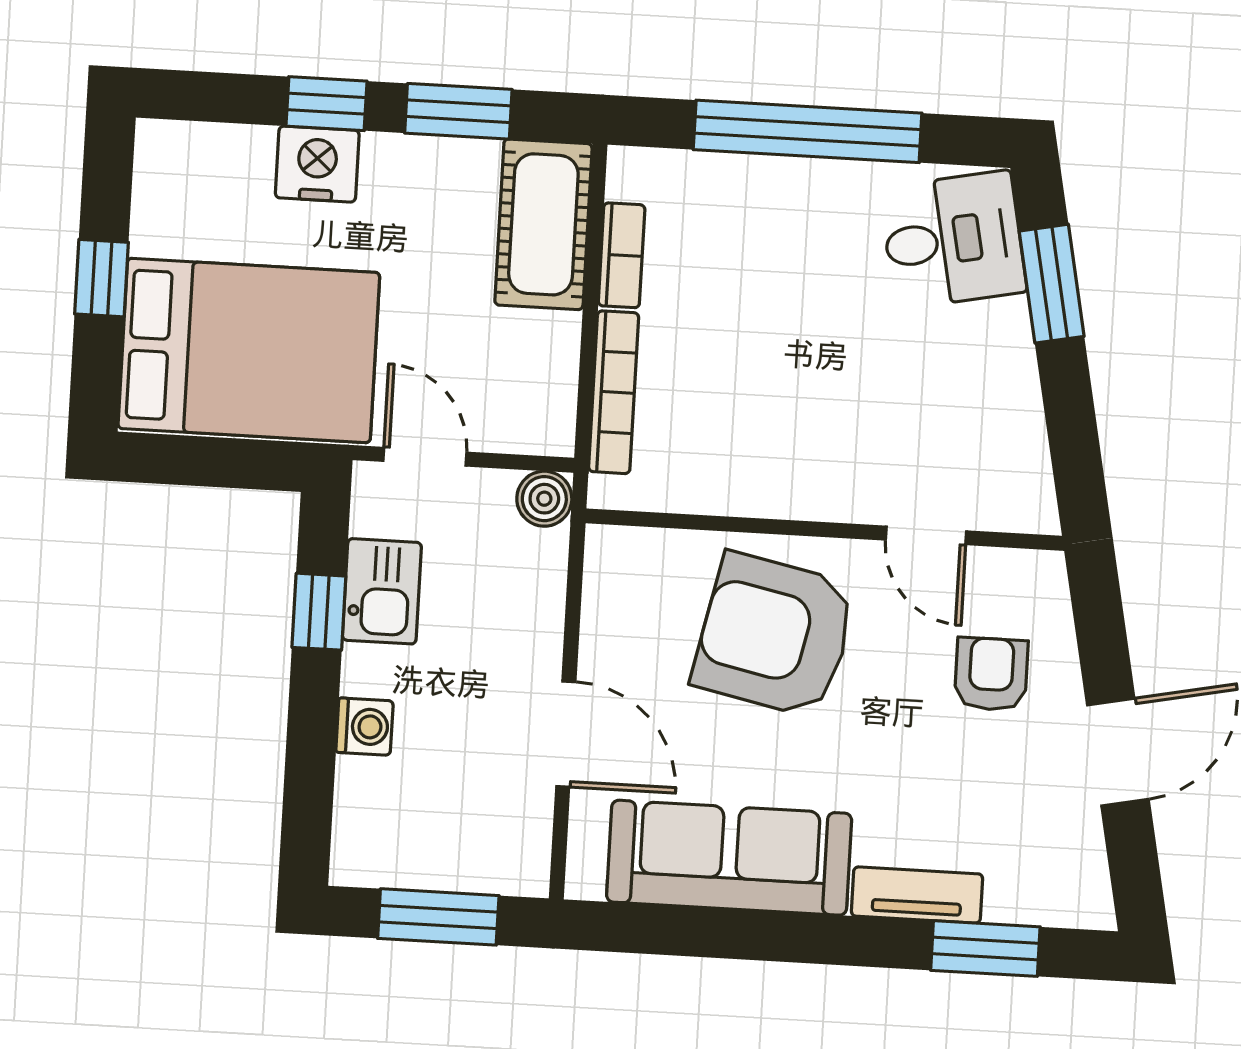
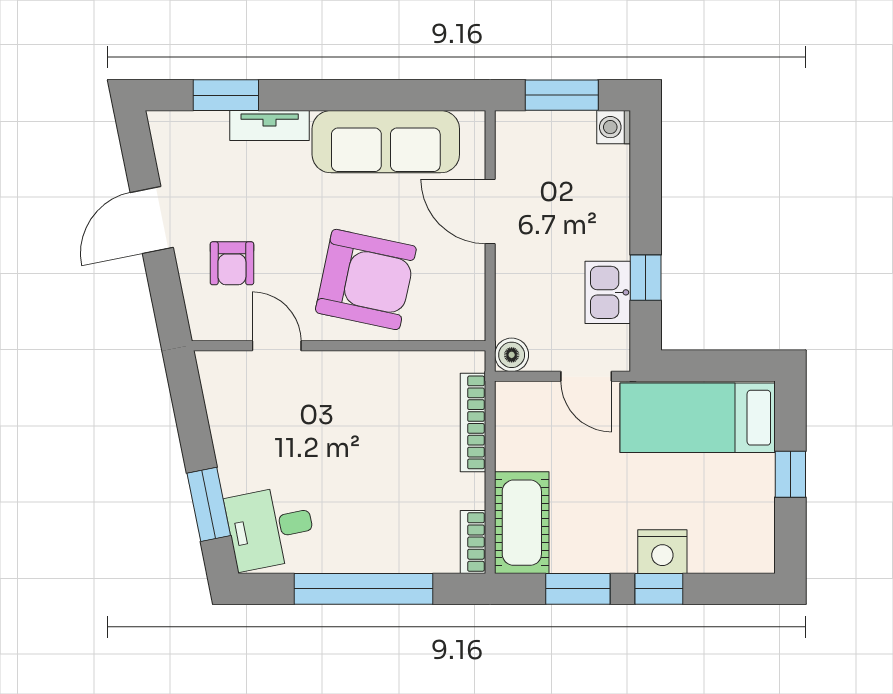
bookcase: (622, 255) -> (473, 542), moved
bed: (249, 350) -> (698, 418), width x0.67
washing machine: (364, 727) -> (614, 127), moved

